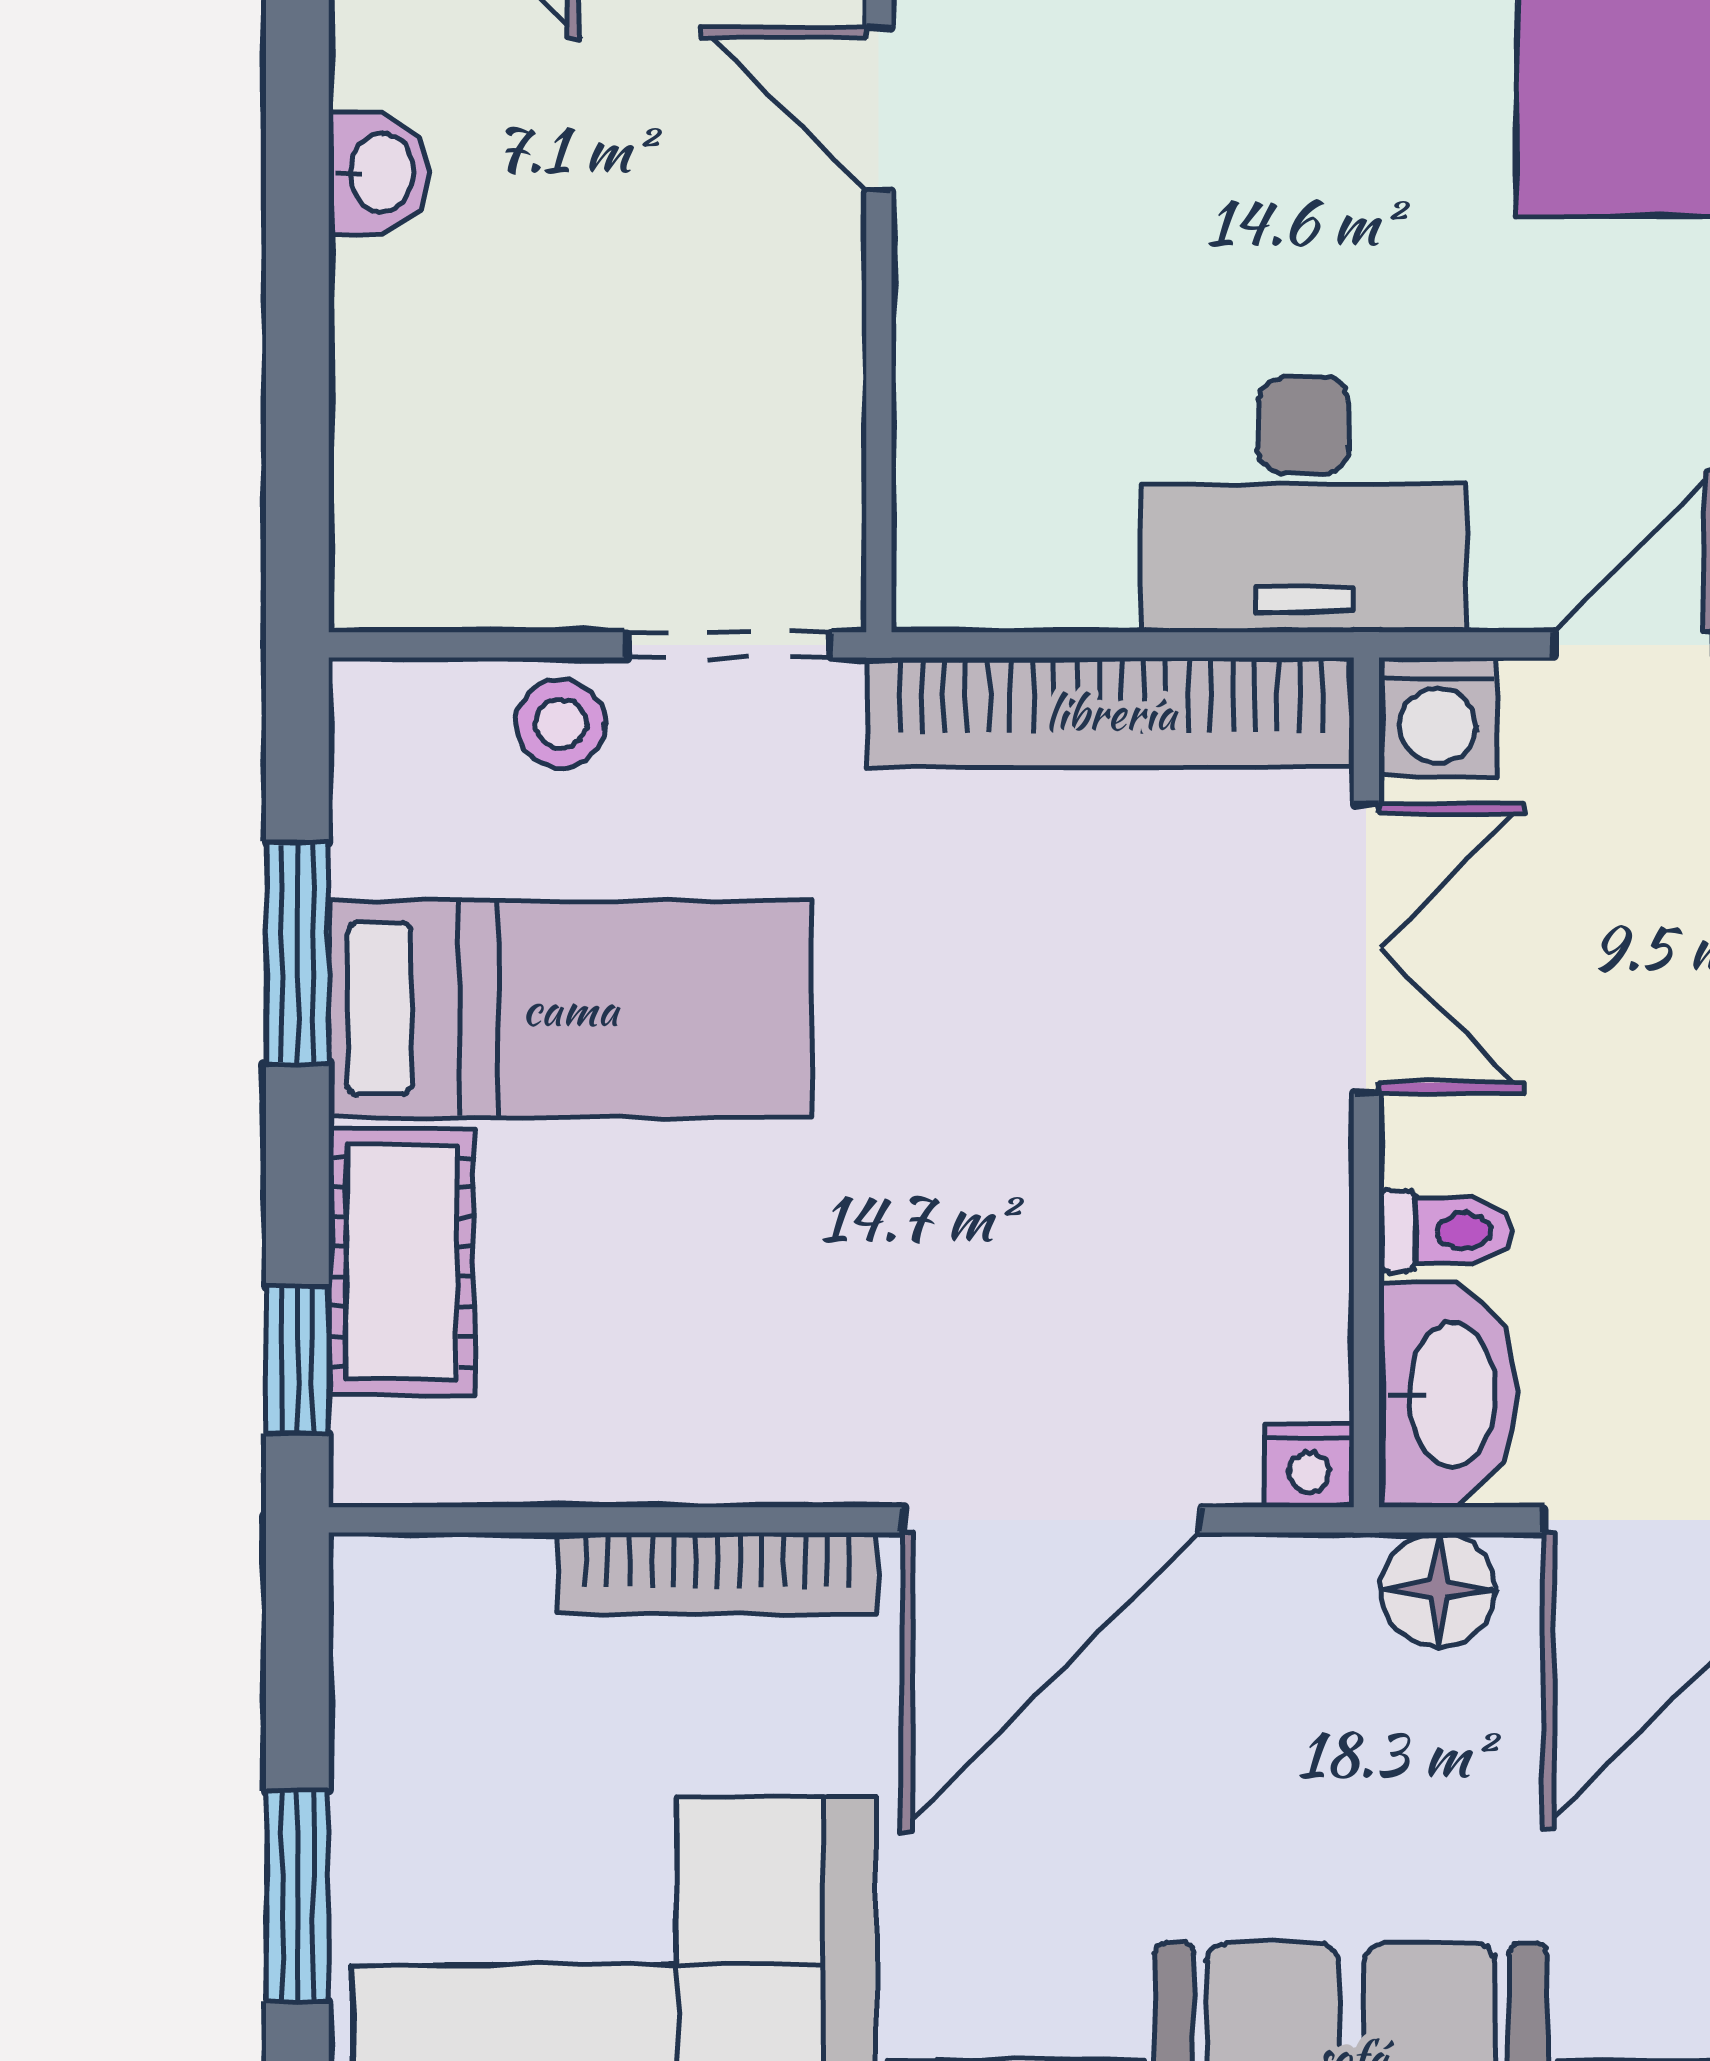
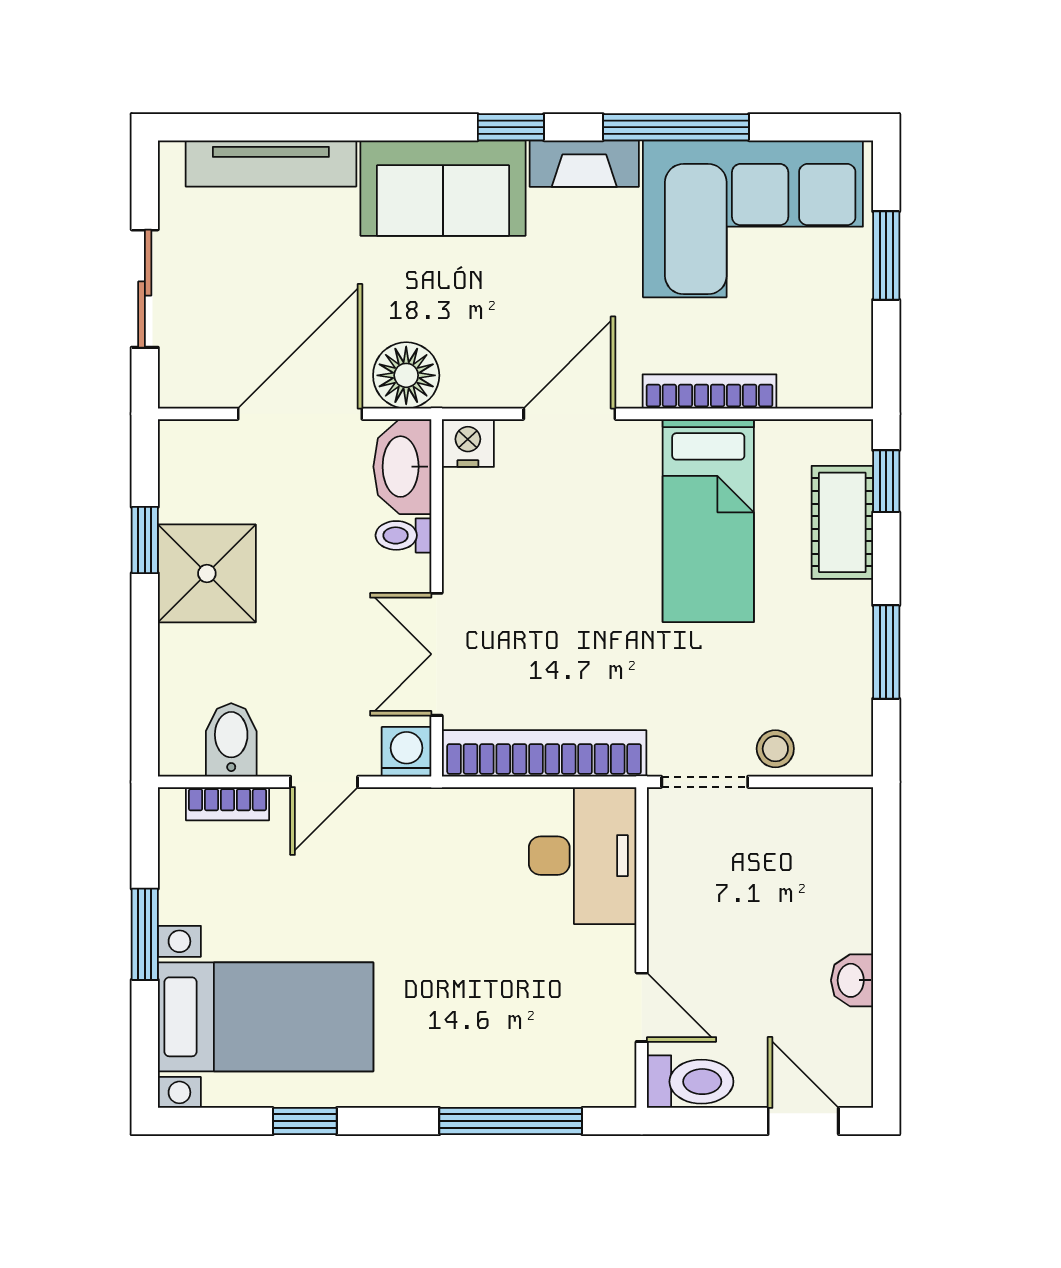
desk: (1304, 504) -> (583, 856), moved, turned 90
bed: (570, 1009) -> (708, 521), moved, turned -90
nightstand: (1309, 1465) -> (468, 443), width x1.39, depth x1.35
door: (1051, 1520) -> (569, 414), width x0.73
floor lamp: (1439, 1590) -> (406, 375), width x1.38, depth x1.38

